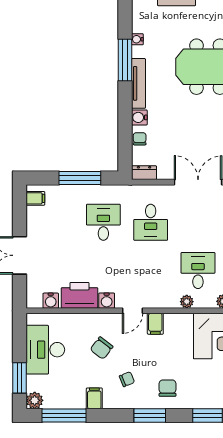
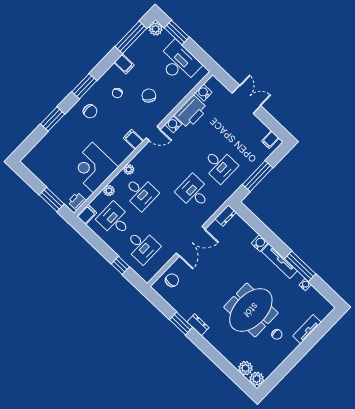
chair: (140, 139) -> (277, 334), moved
door: (132, 311) -> (153, 134), swing flipped

